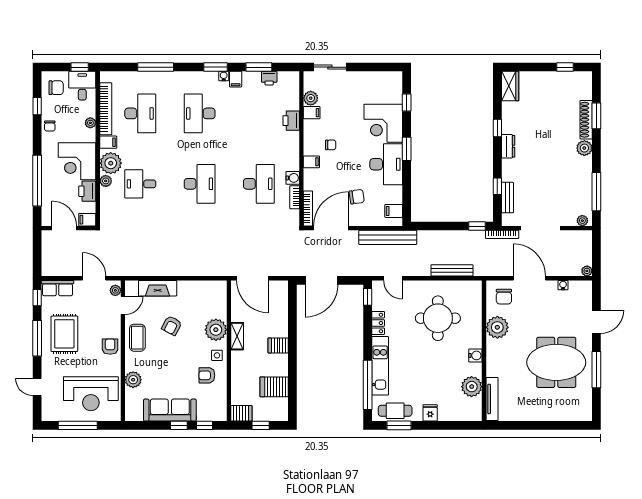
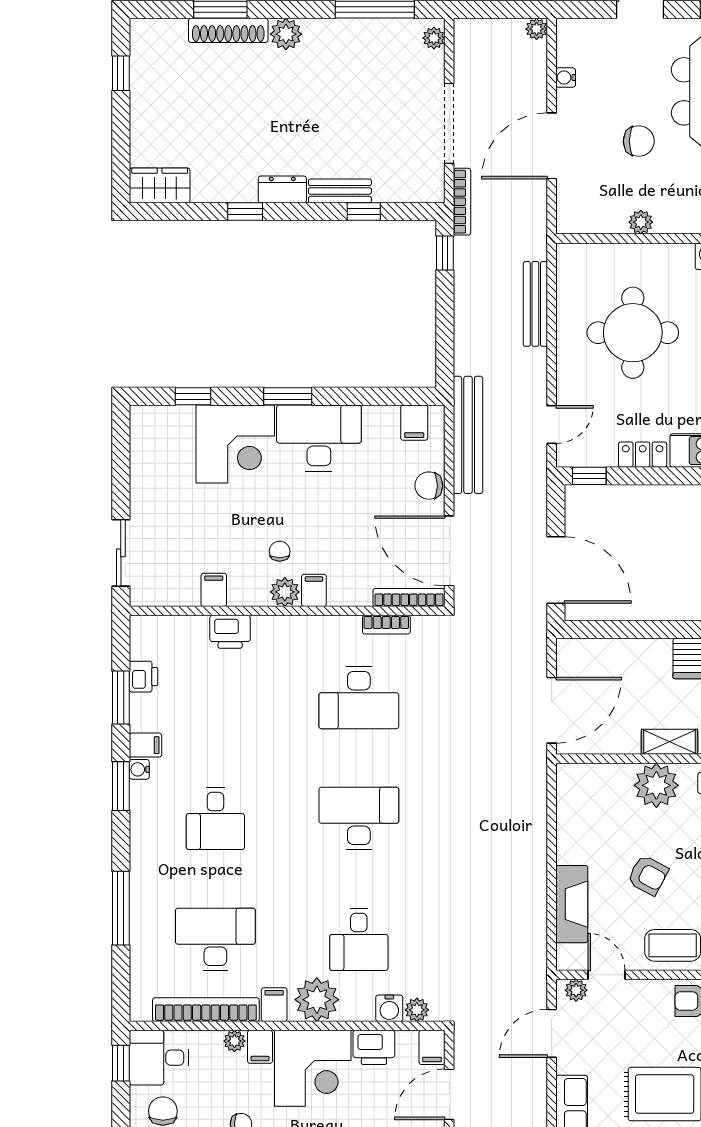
plant: (311, 98) -> (285, 592), moved
desk: (200, 113) -> (215, 818), width x0.73
filing cabinet: (88, 135) -> (260, 1047), added
water cooler: (293, 178) -> (389, 1008), moved, turned 180
plant: (106, 181) -> (417, 1010), moved
desk: (259, 184) -> (359, 698), turned 180
chair: (357, 197) -> (429, 486), moved, turned -82
bench: (507, 198) -> (340, 191), moved
chair: (504, 297) -> (639, 141), moved
plant: (497, 327) -> (641, 222), width x0.53, depth x0.53

